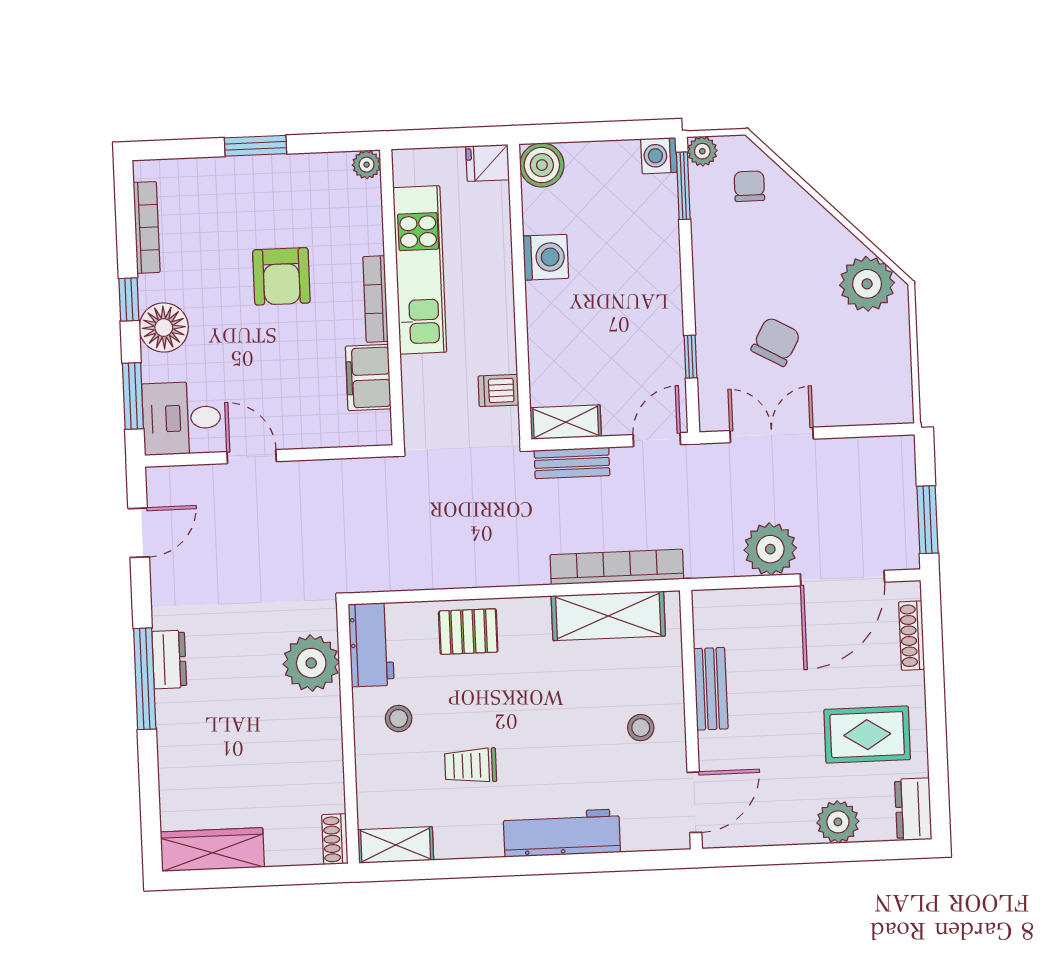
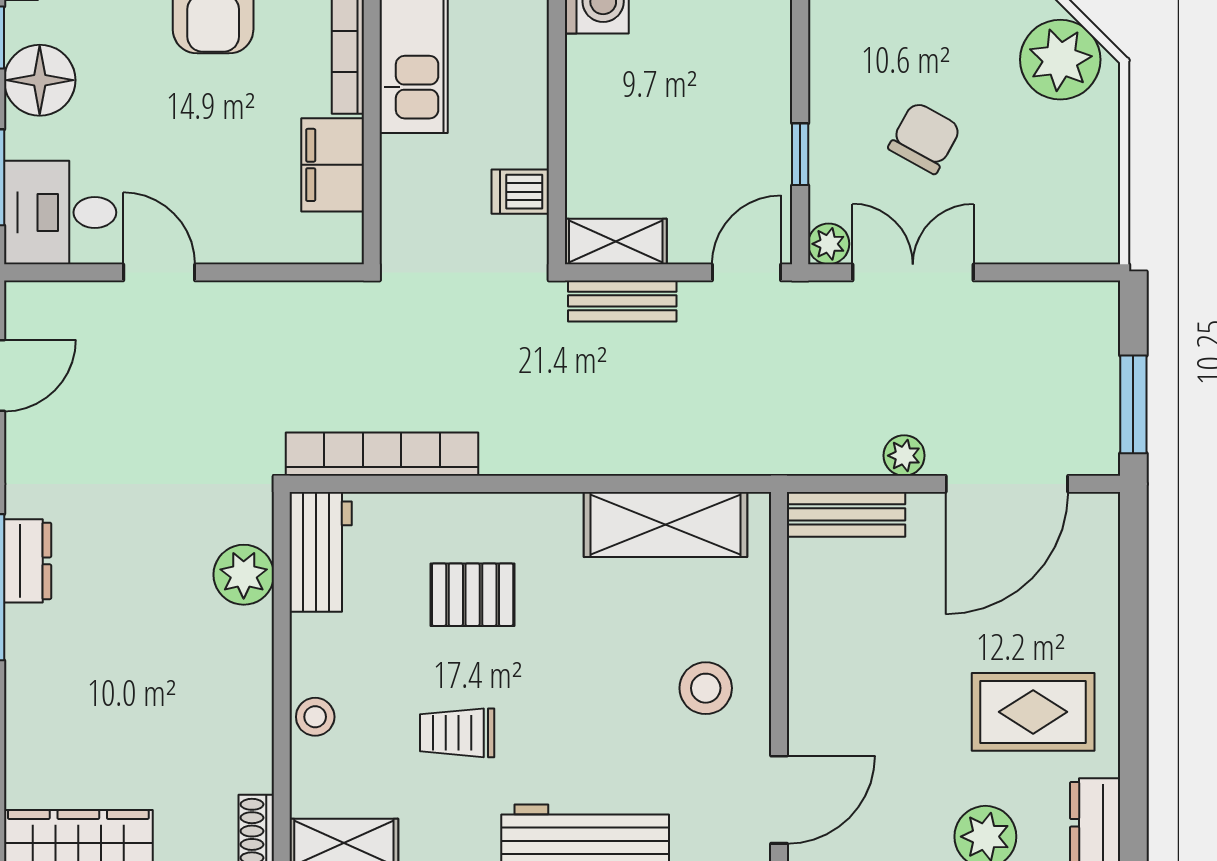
plant: (713, 418) -> (829, 244), added
plant: (770, 549) -> (904, 456), width x0.53, depth x0.53
bookcase: (617, 567) -> (382, 454), moved
pallet: (468, 632) -> (473, 595), moved
shoe rack: (912, 636) -> (1103, 571), removed
plant: (311, 663) -> (244, 575), width x0.73, depth x0.73
bench: (711, 689) -> (846, 514), moved, turned 90
stool: (399, 719) -> (315, 717), moved
stool: (641, 728) -> (706, 688), width x1.37, depth x1.37

